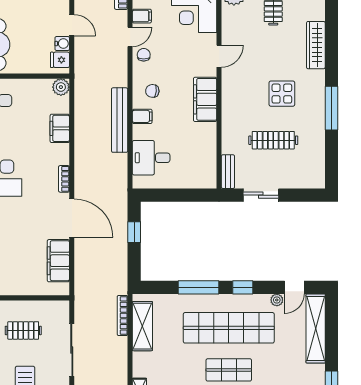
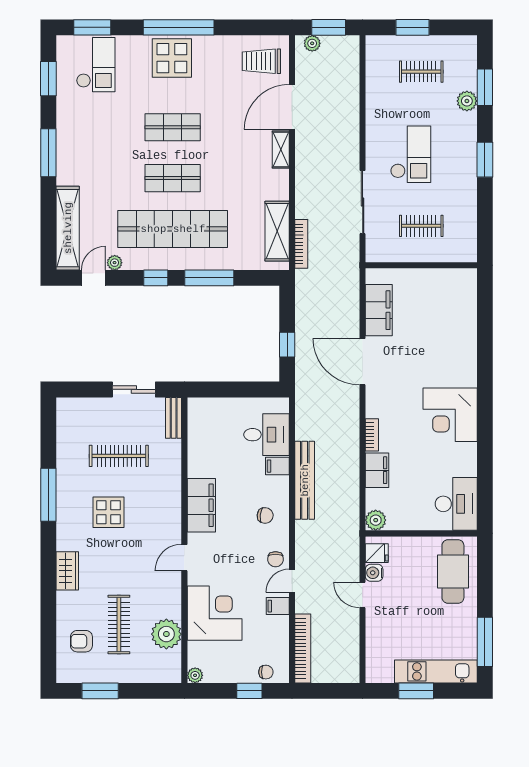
wardrobe: (316, 45) -> (67, 571), width x0.67
filing cabinet: (142, 116) -> (277, 466), moved
bookcase: (64, 179) -> (372, 435), moved

